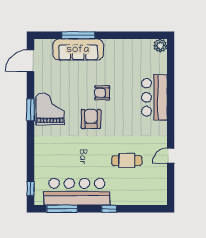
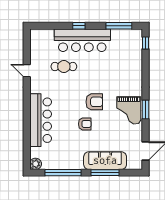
window: (128, 35) -> (63, 173), added
bar counter: (154, 97) -> (41, 120), width x1.36
armchair: (91, 119) -> (94, 102), turned -90
door: (171, 156) -> (27, 71), swing flipped
bar counter: (77, 192) -> (82, 40), moved

